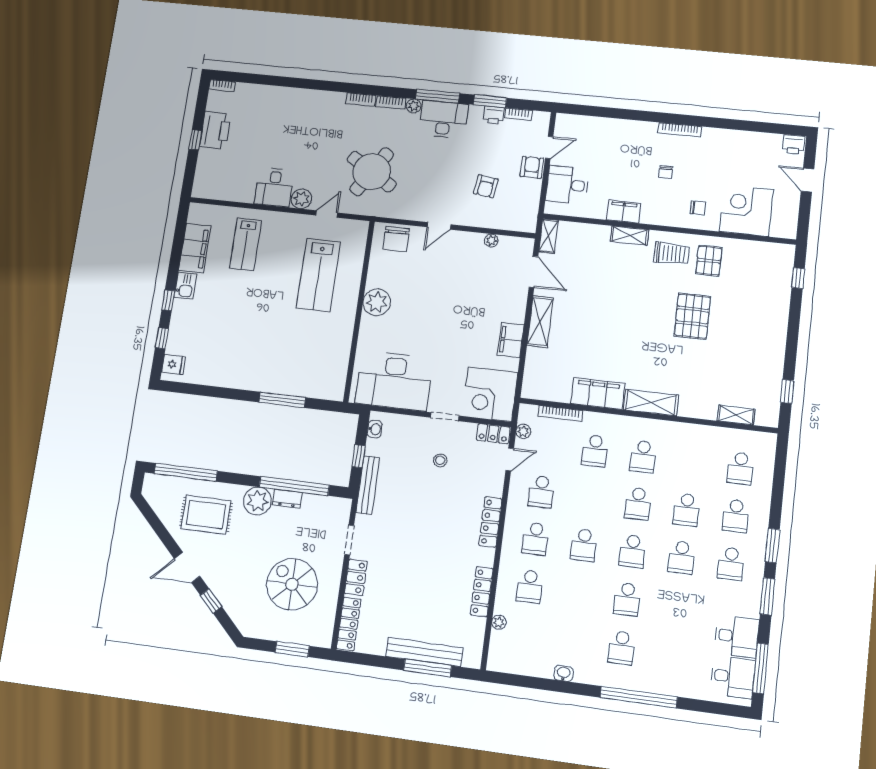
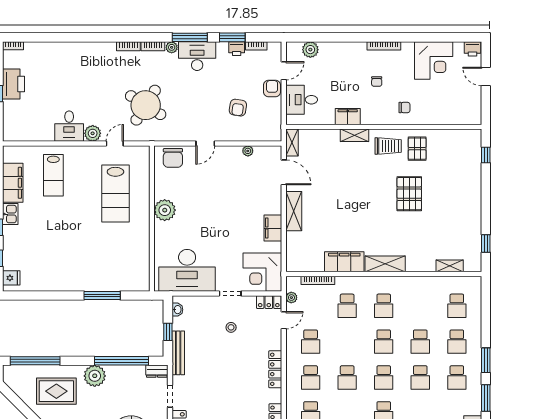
plant: (586, 125) -> (310, 50), added
corner desk: (746, 211) -> (434, 60), moved, turned 180
dresser: (287, 499) -> (157, 371), moved

